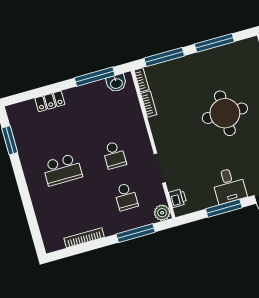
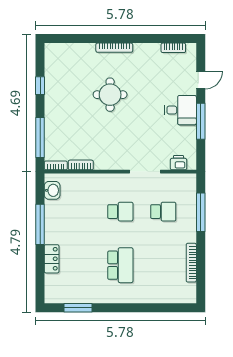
window: (214, 43) -> (40, 86), width x0.46
window: (95, 77) -> (40, 224), moved
round table: (225, 113) -> (110, 95), width x0.73, depth x0.73
plant: (162, 213) -> (188, 181), removed

